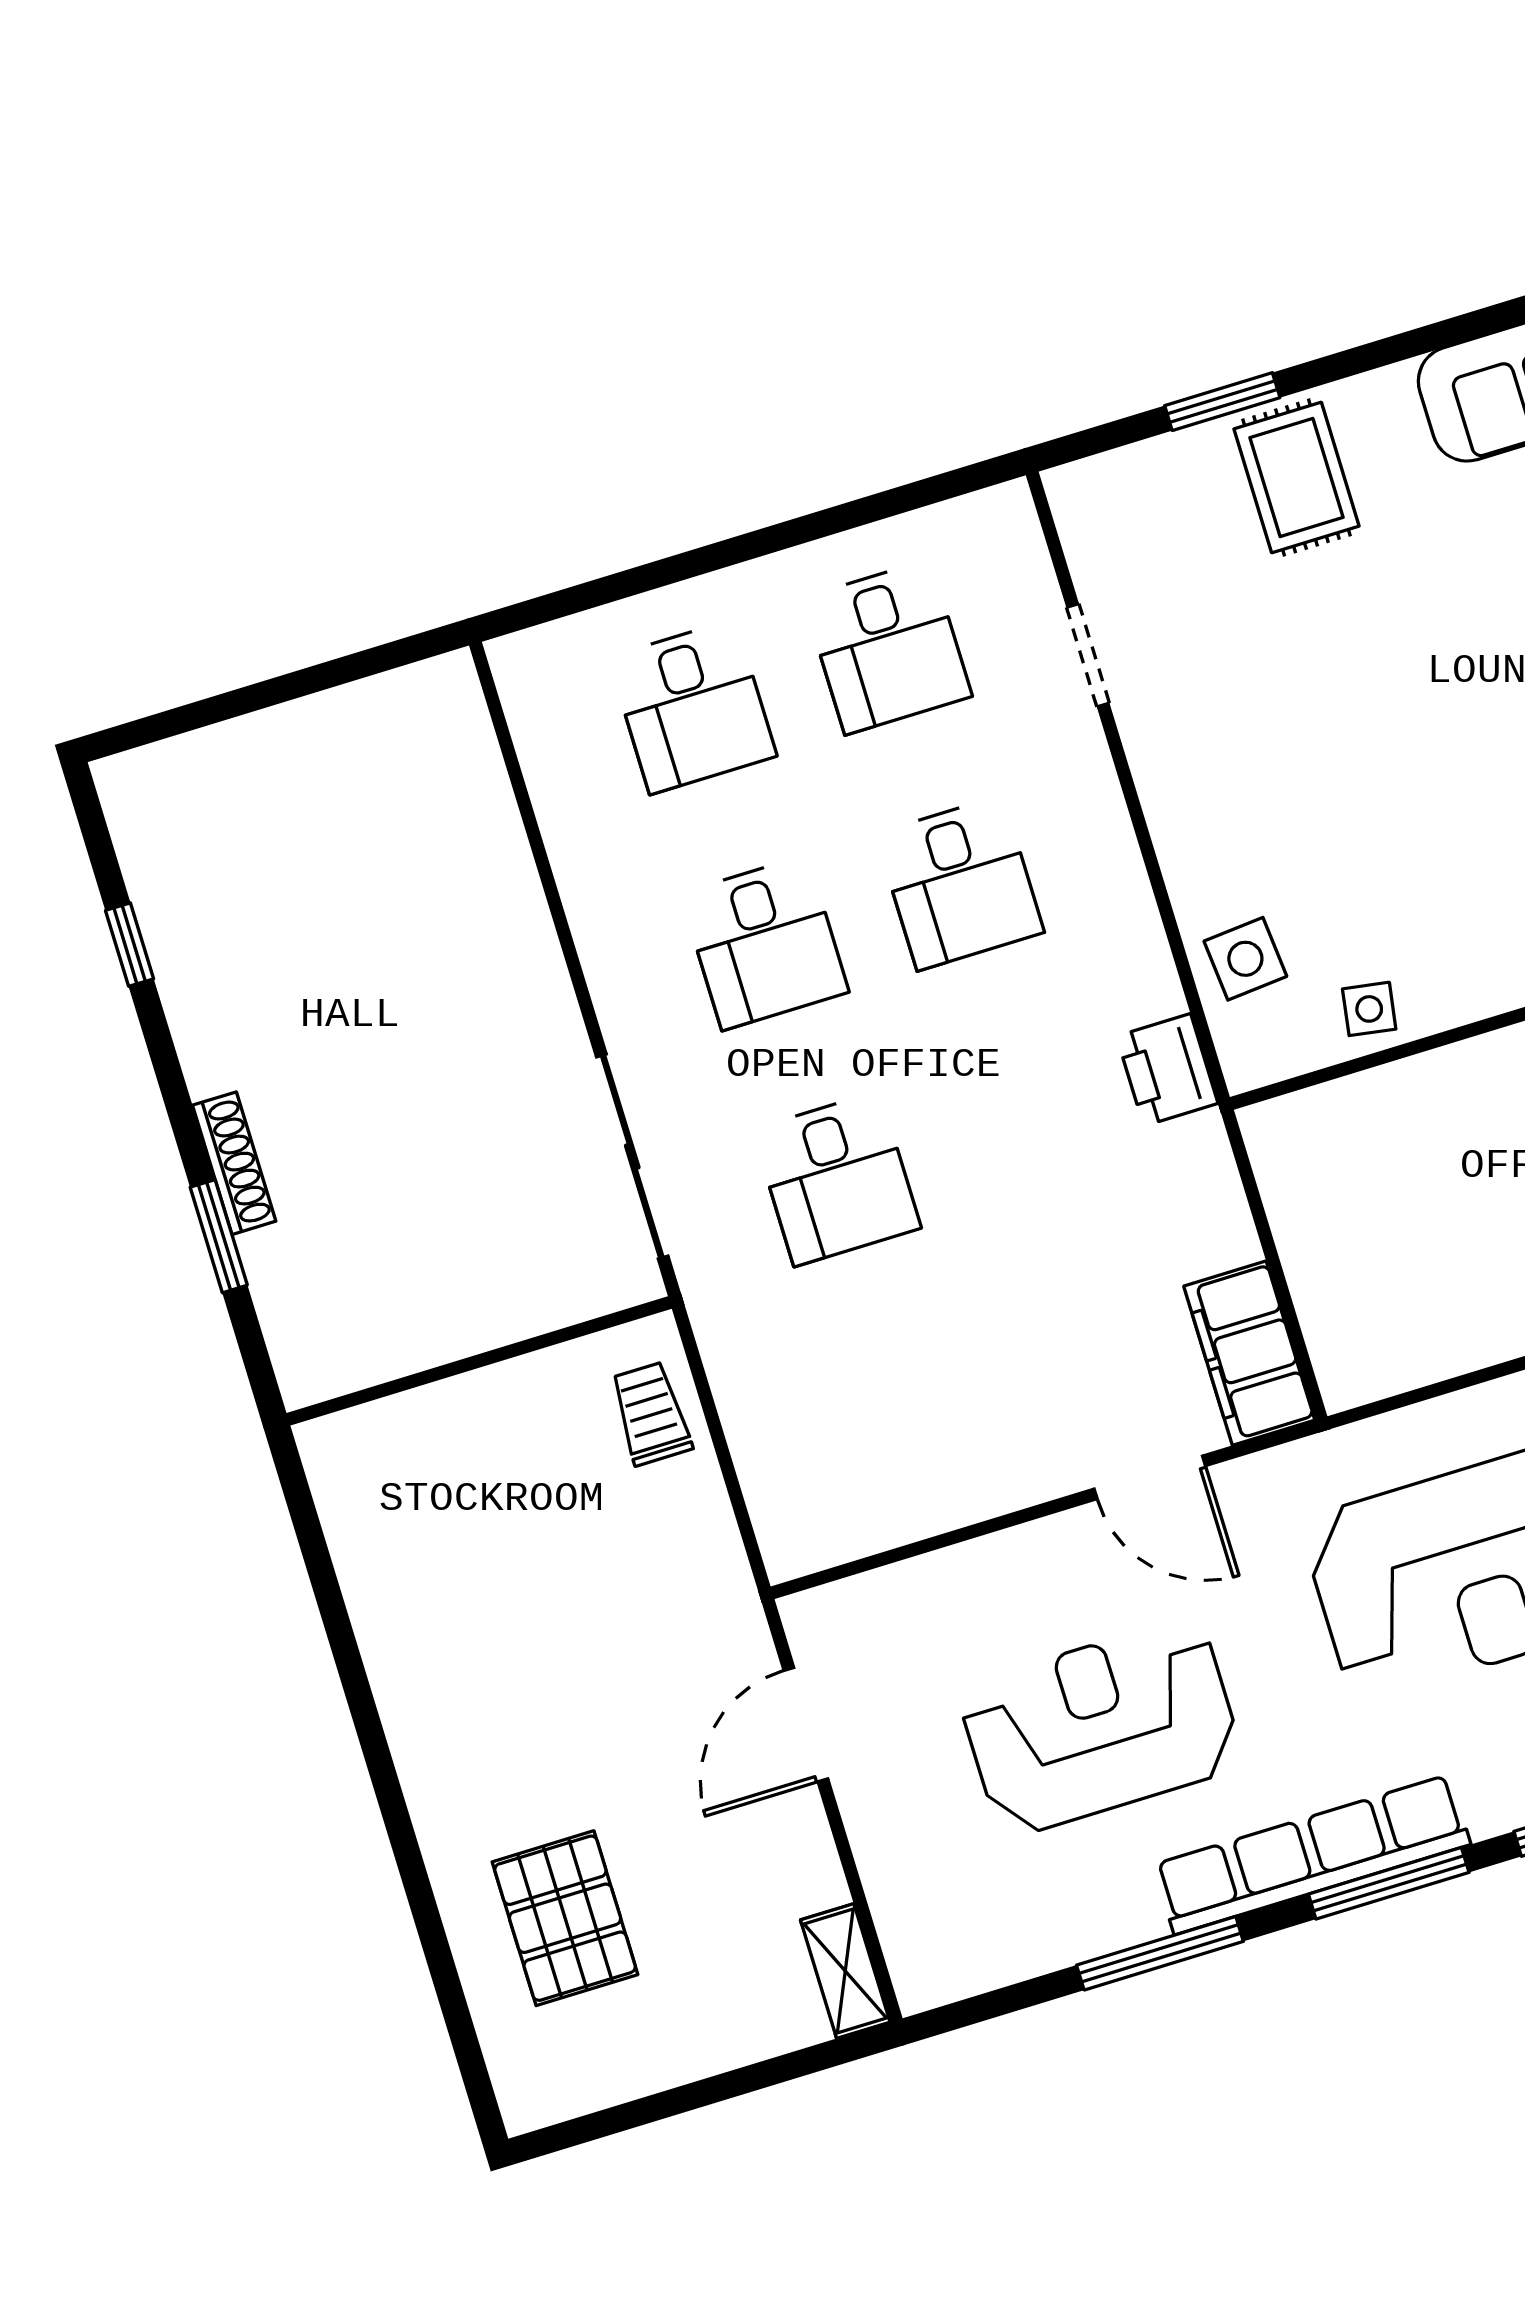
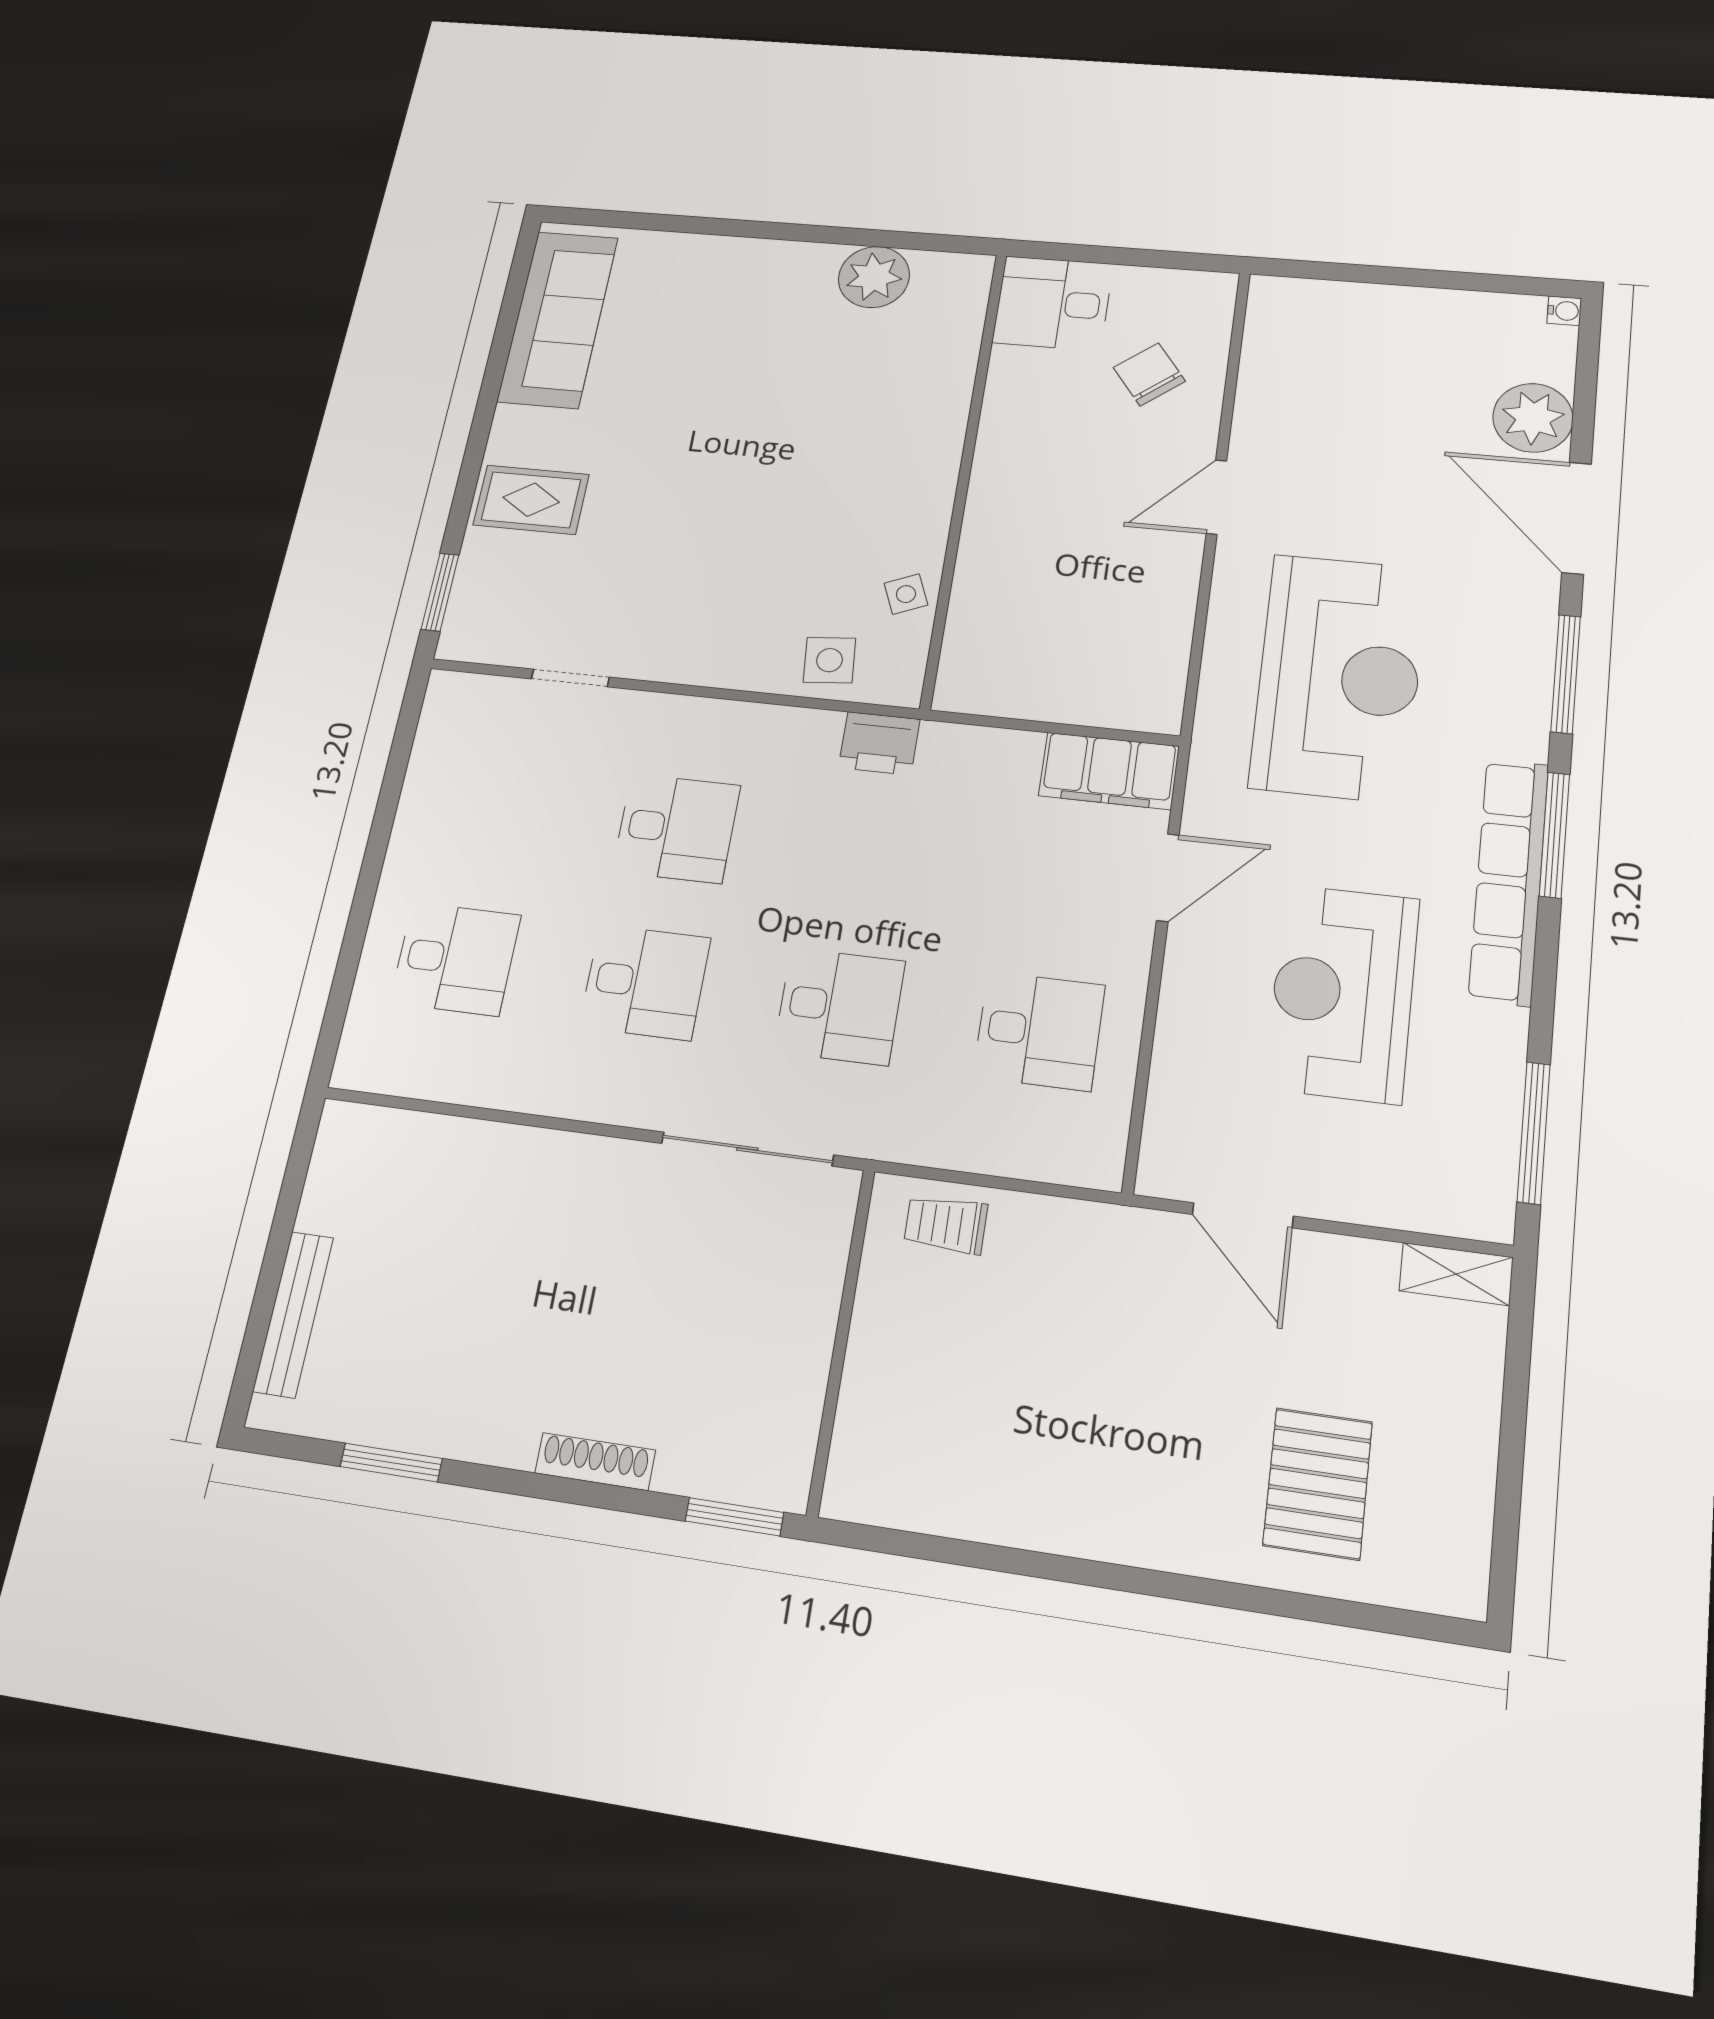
window: (1222, 402) -> (440, 592), moved
desk: (888, 647) -> (1039, 1031), moved
bench: (226, 748) -> (293, 1314), added
window: (130, 945) -> (391, 1463), width x1.50
side table: (1369, 1009) -> (906, 594), turned -32
window: (219, 1236) -> (734, 1517), moved
pallet: (565, 1918) -> (1318, 1483), turned 90
window: (1160, 1953) -> (1534, 1133), moved

